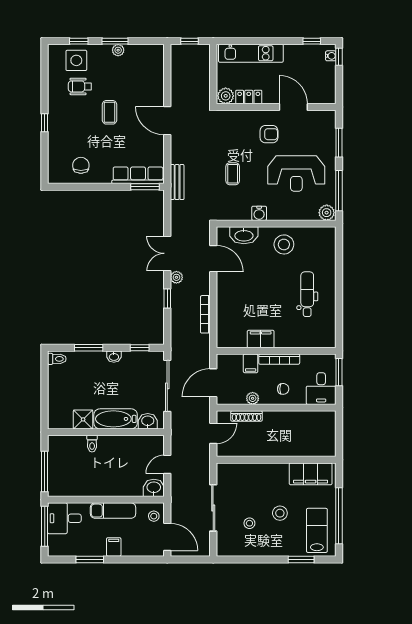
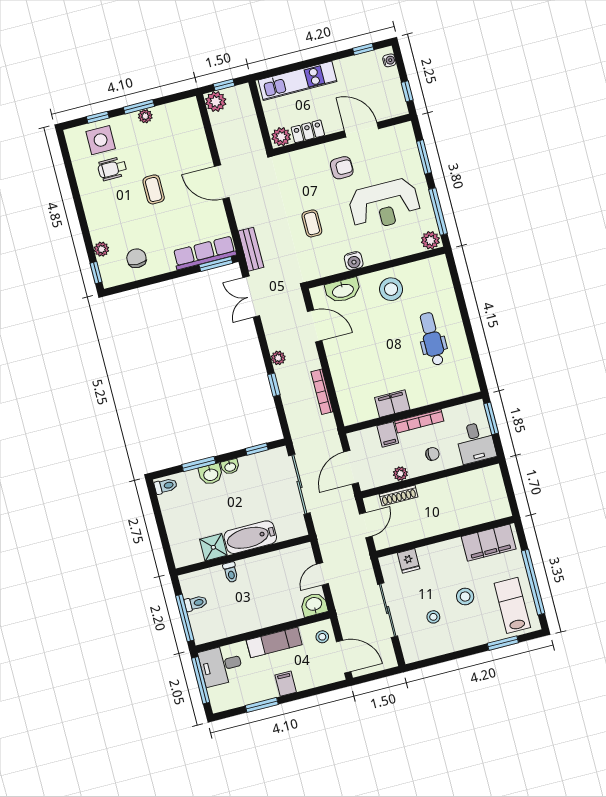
plant: (179, 53) -> (216, 102), added
window: (339, 57) -> (407, 91), moved
window: (45, 123) -> (96, 273), moved
plant: (54, 150) -> (101, 249), added
double door: (167, 253) -> (251, 297), moved
washbasin: (148, 421) -> (211, 474), moved, turned 180
toilet: (57, 462) -> (196, 603), added
fridge: (241, 472) -> (409, 561), added

